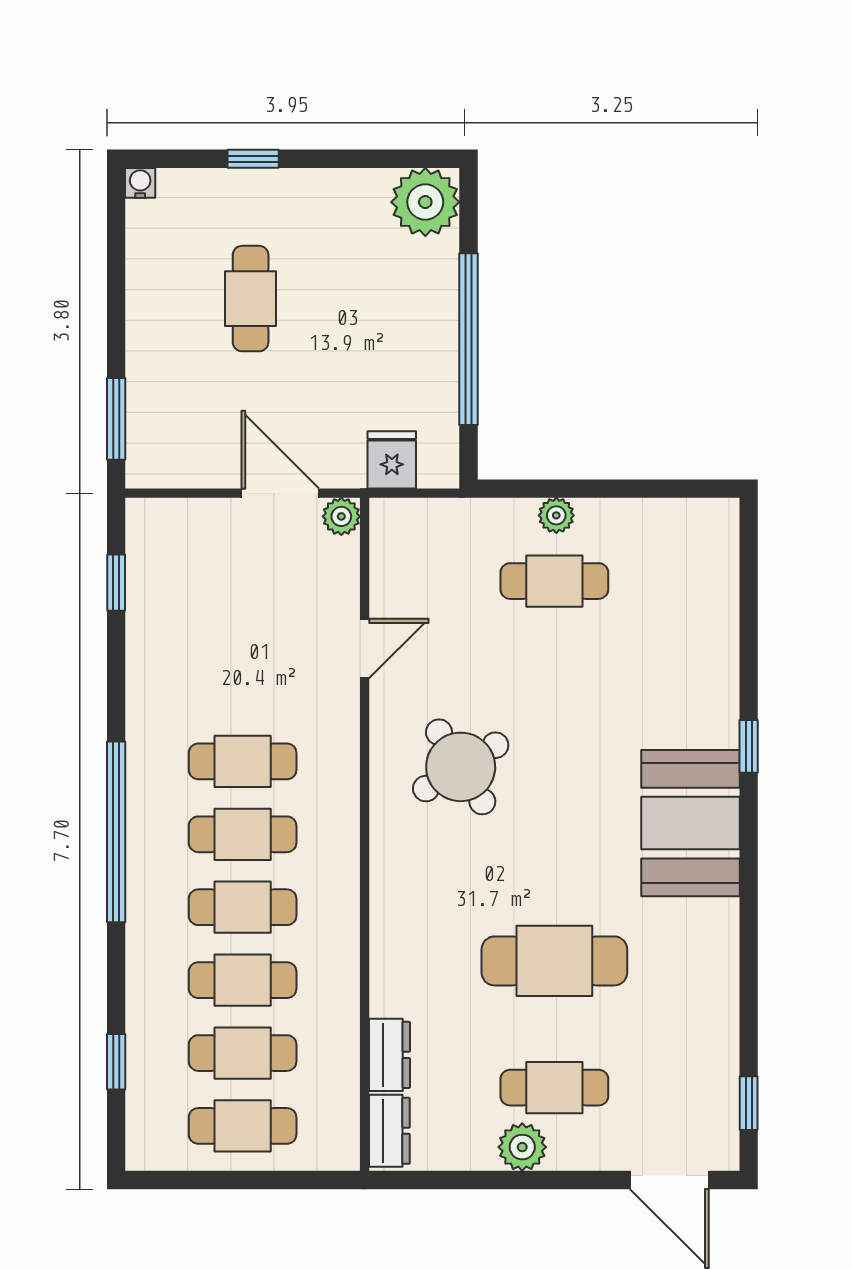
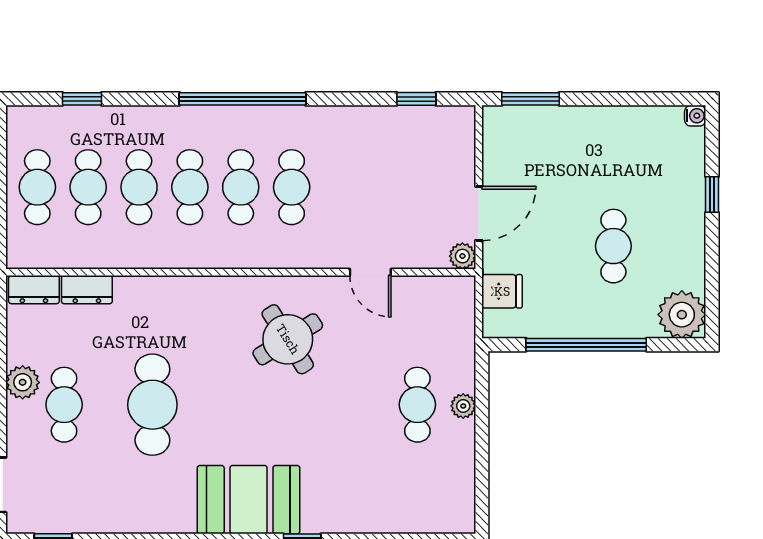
cafe table: (251, 299) -> (613, 246), moved, turned 90

